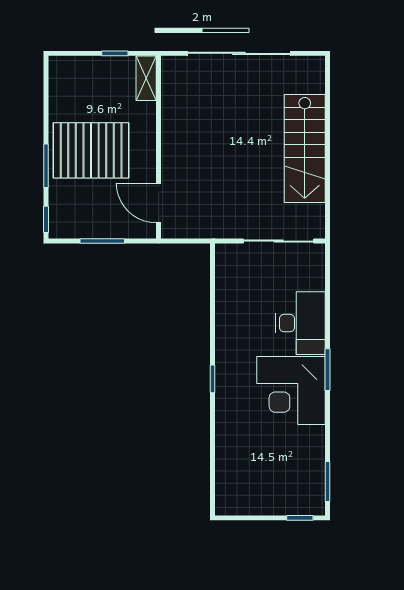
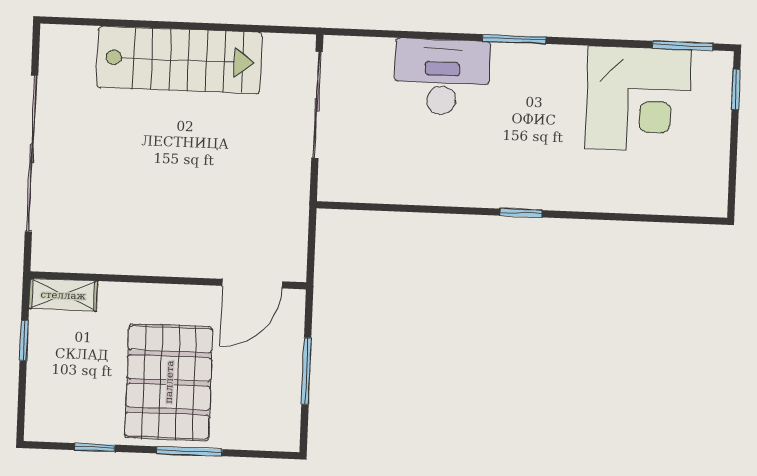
window: (46, 219) -> (95, 447), moved
corner desk: (291, 391) -> (638, 99), moved

